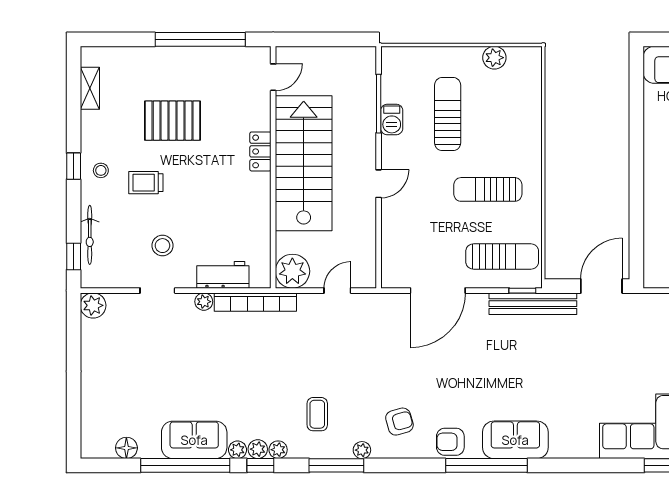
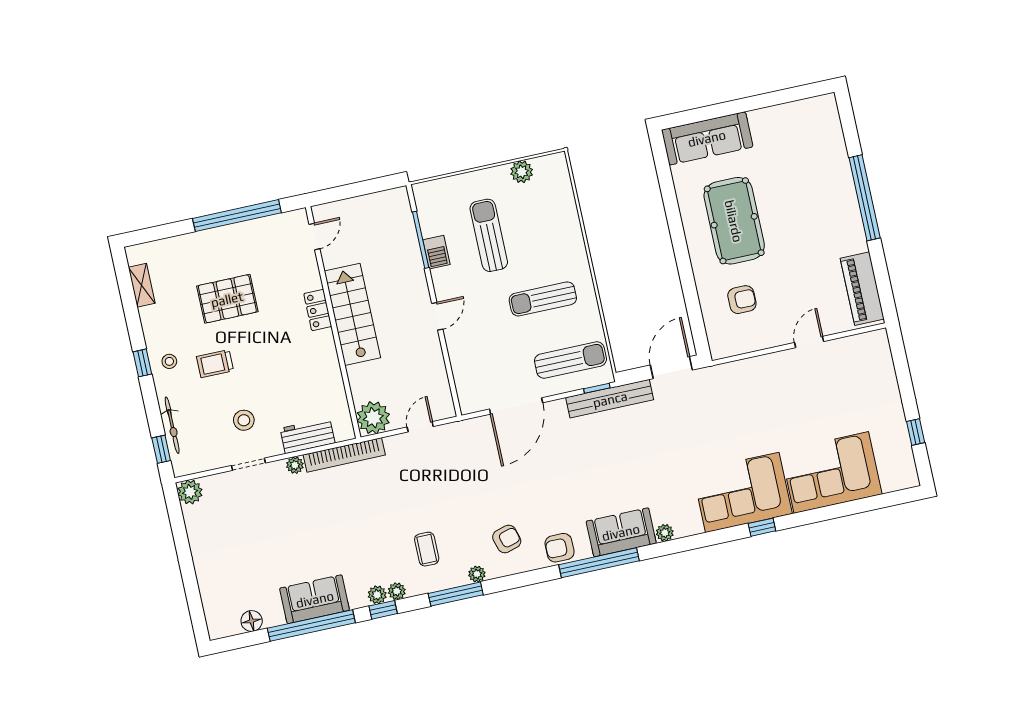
stairs: (304, 163) -> (352, 314), width x0.73, depth x0.66
plant: (237, 450) -> (665, 533), moved

